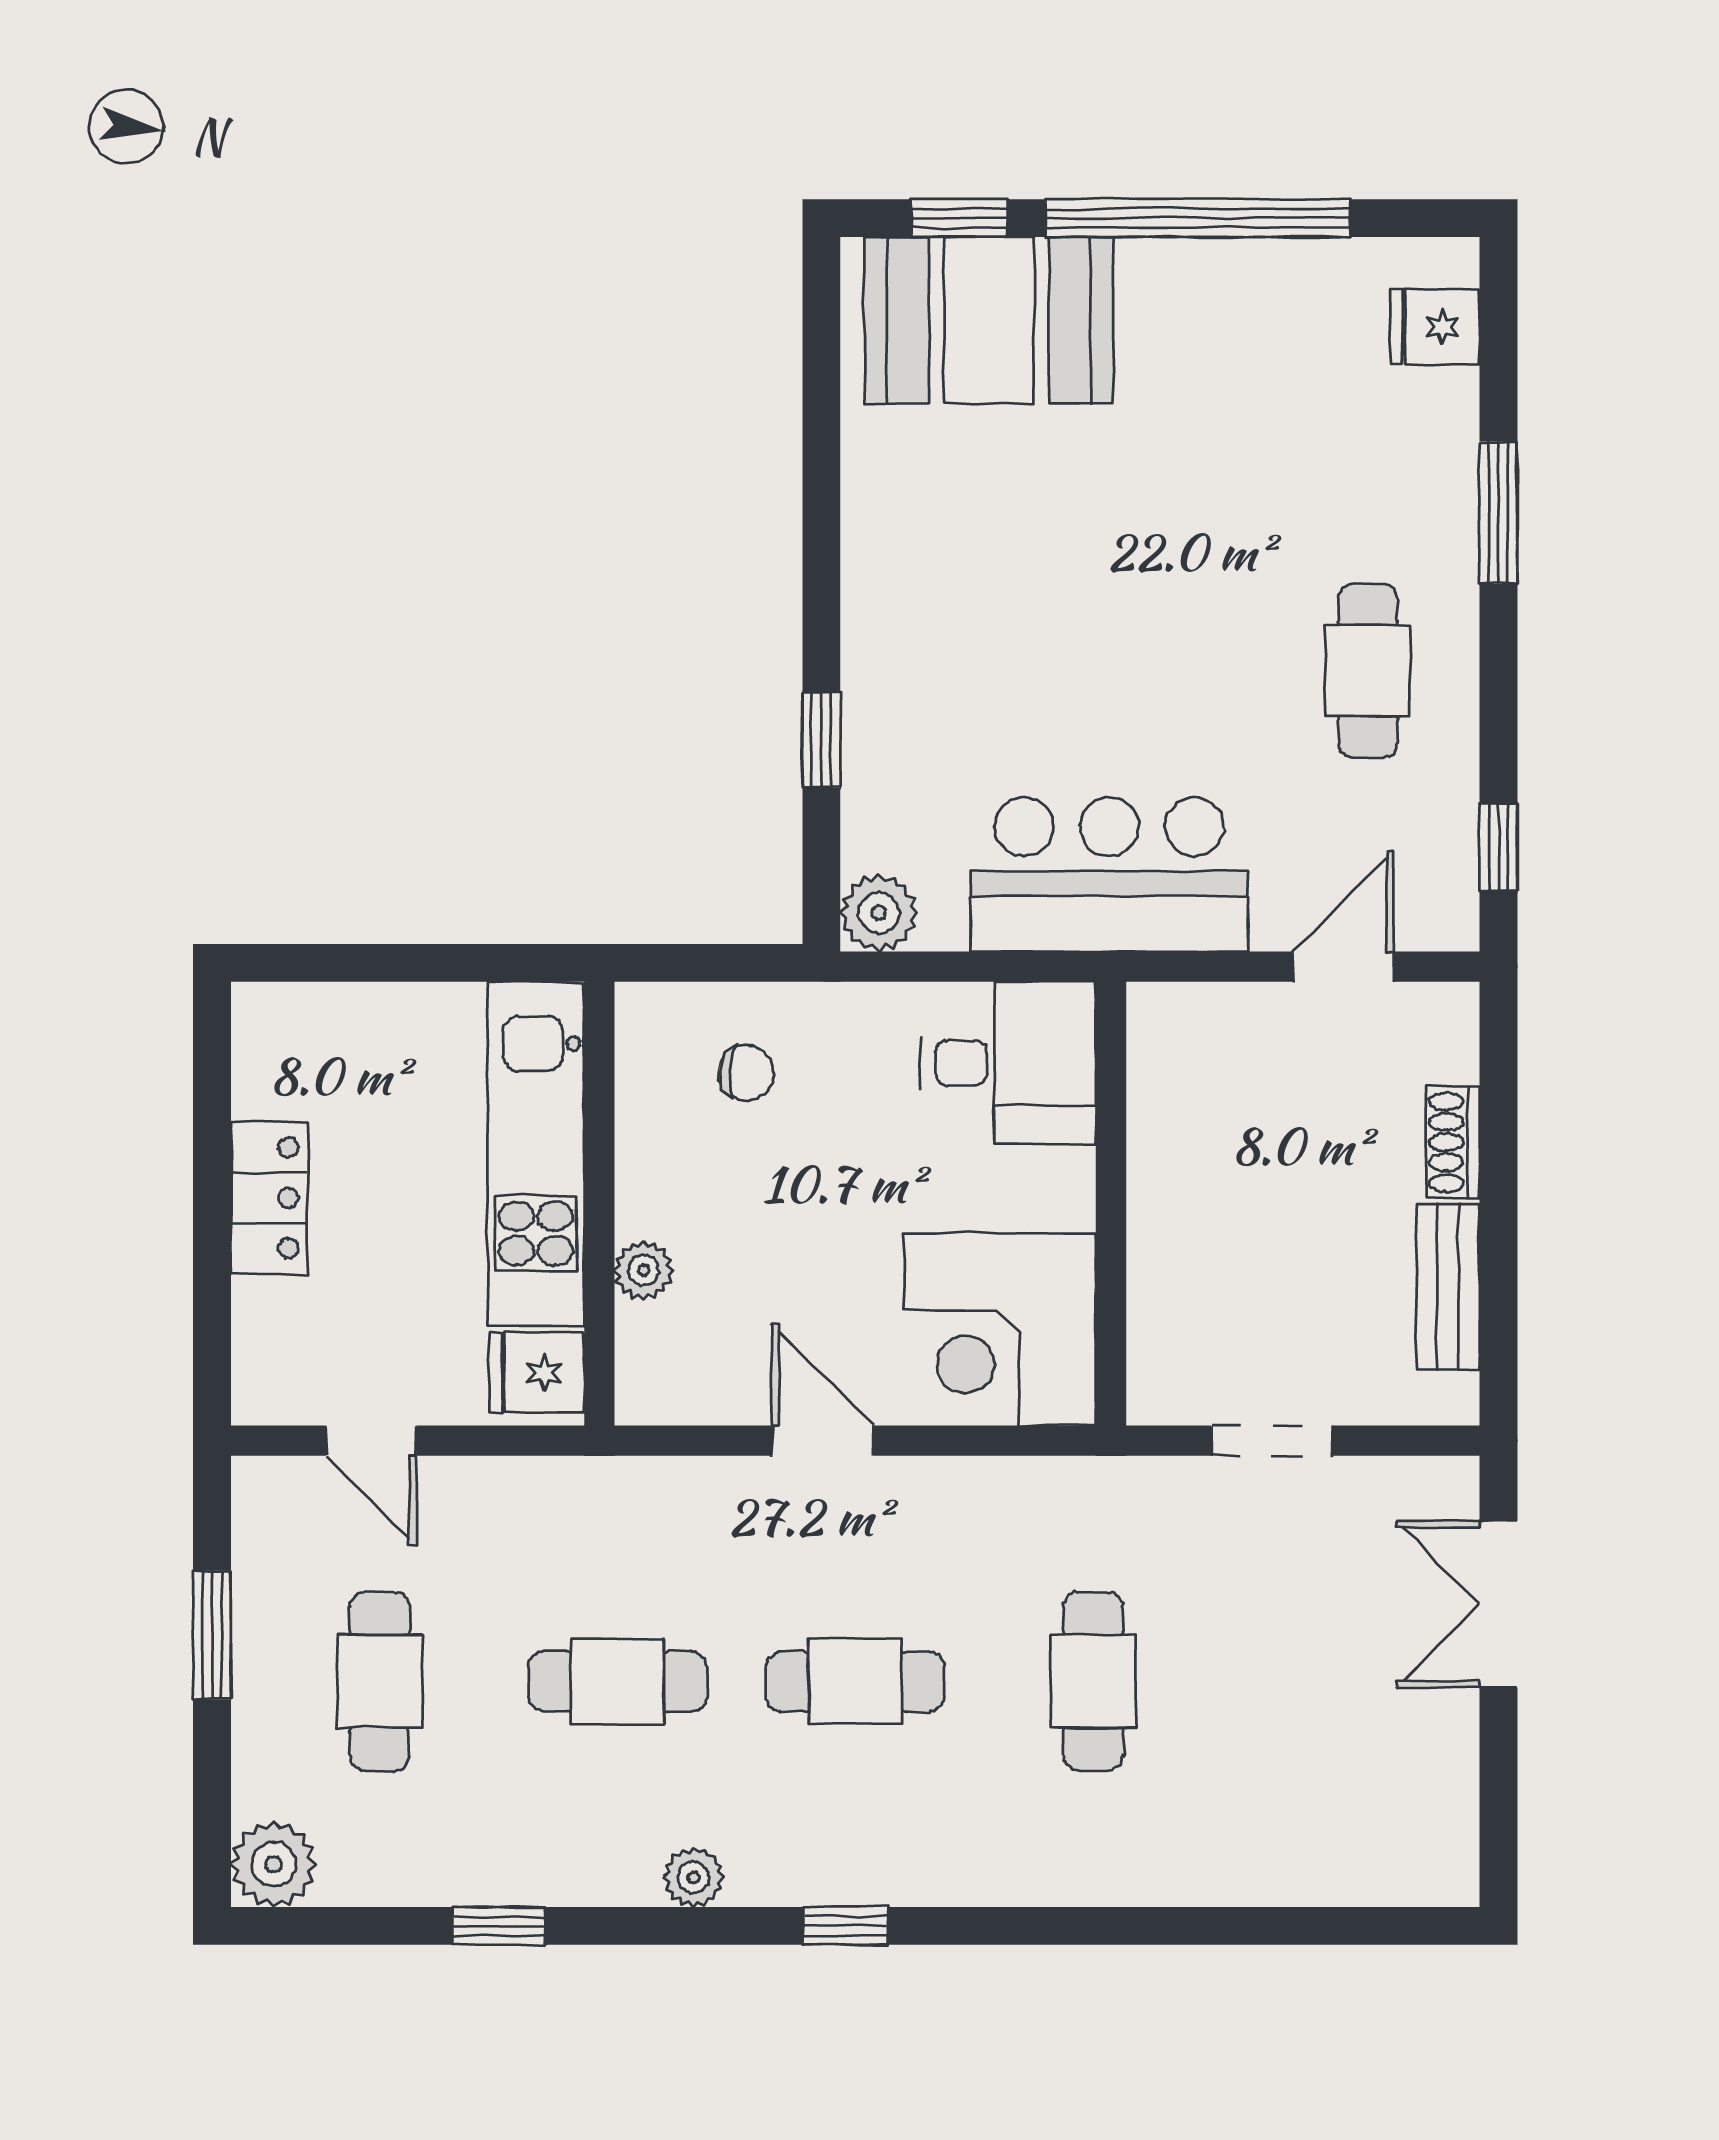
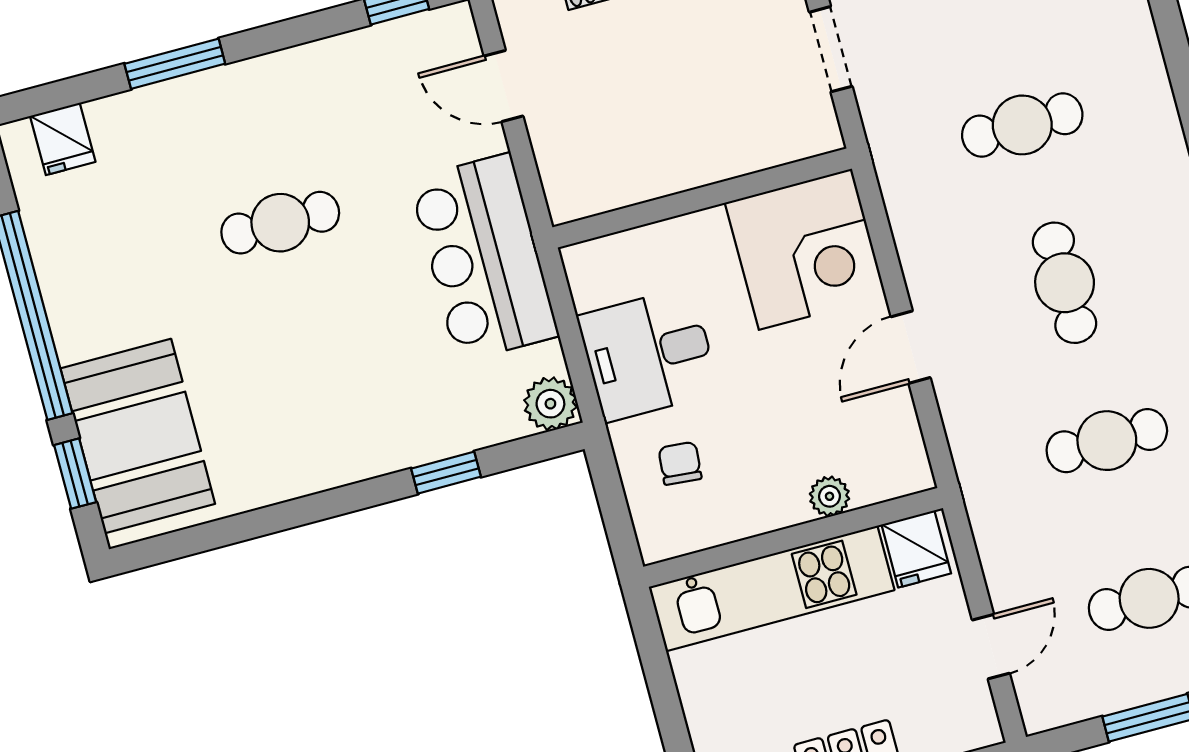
cafe table: (1368, 671) -> (280, 223), moved
desk: (1008, 1063) -> (648, 354), moved, turned -90
cafe table: (617, 1681) -> (1107, 441), turned 90

